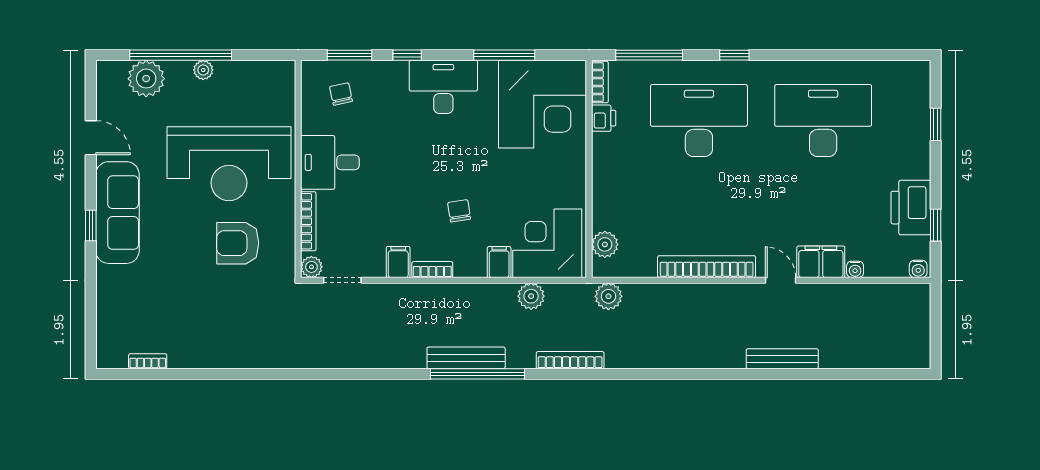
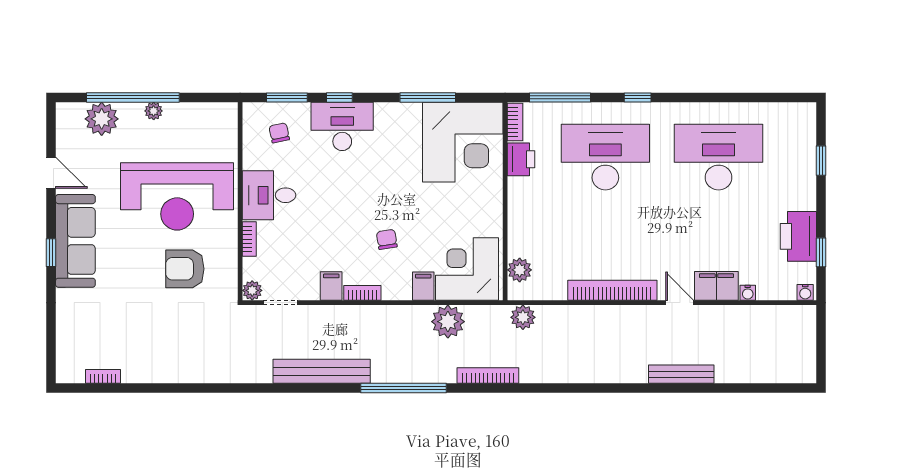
desk: (443, 87) -> (342, 126), moved
printer: (604, 118) -> (521, 159), width x1.36, depth x1.24
bookcase: (308, 221) -> (249, 239), width x0.64
plant: (531, 296) -> (448, 322), width x1.36, depth x1.36
bench: (466, 358) -> (322, 371), moved, width x1.37, depth x1.21

